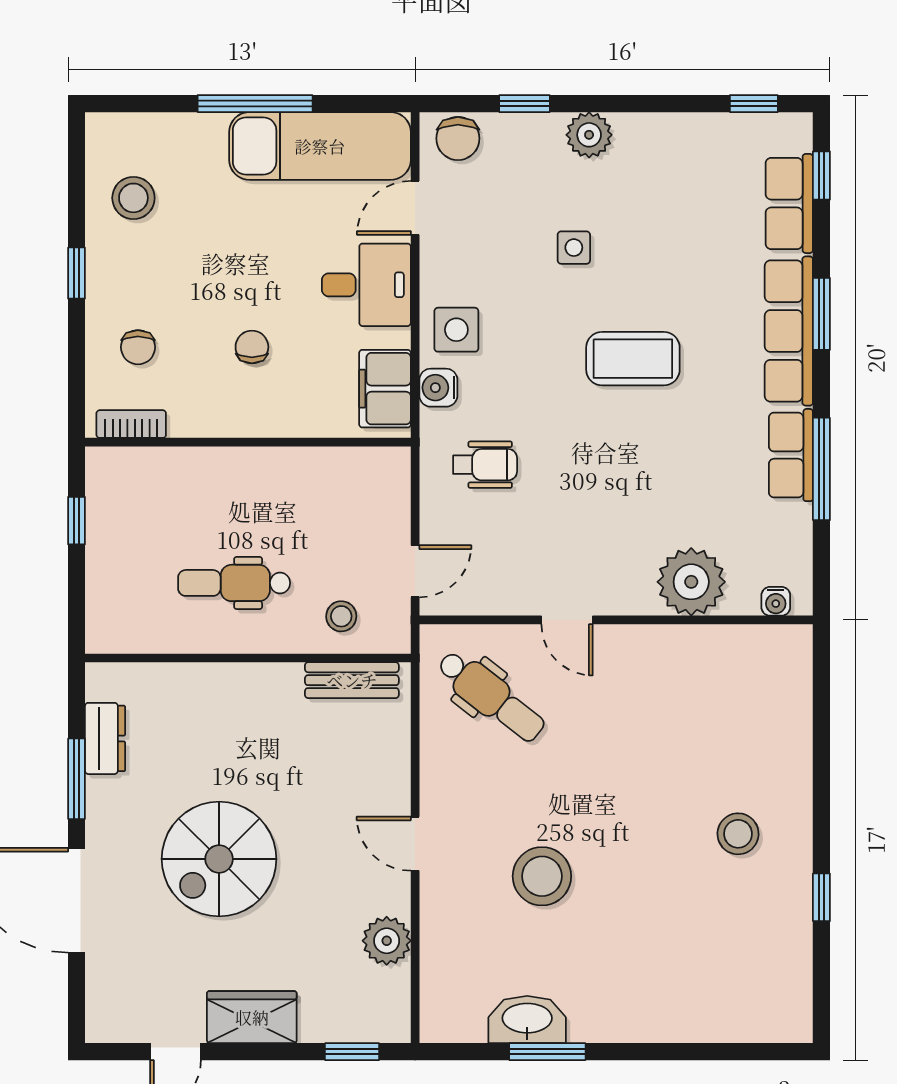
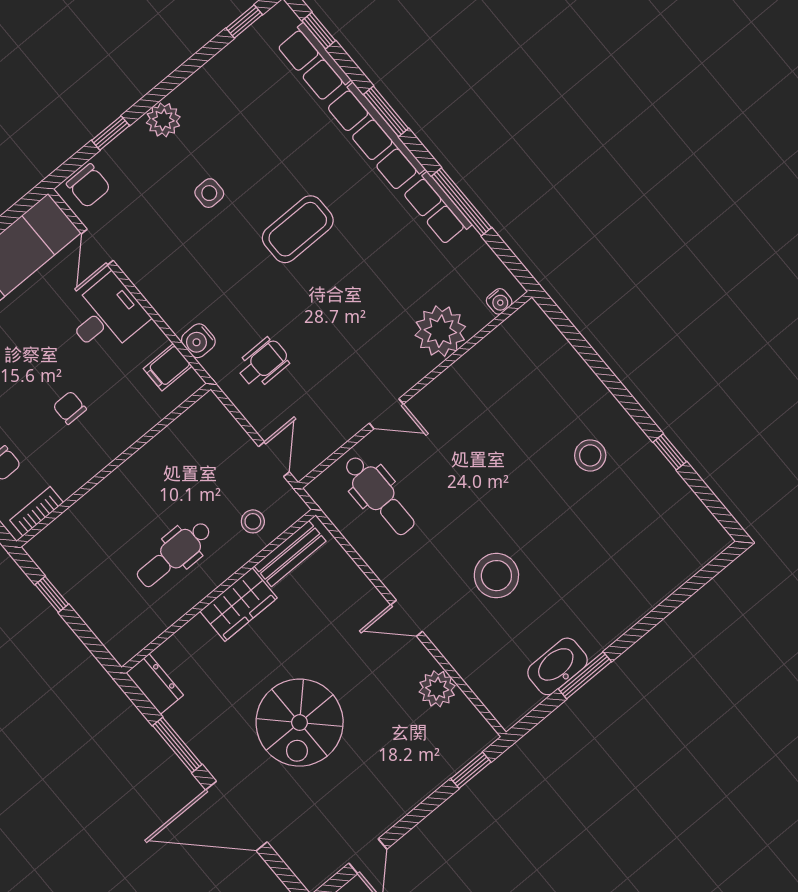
side table: (456, 330) -> (181, 298), removed
filing cabinet: (385, 389) -> (168, 367), width x0.50
dental chair: (491, 696) -> (379, 495), turned 52
dresser: (105, 738) -> (155, 684), moved
wardrobe: (252, 1017) -> (238, 605), moved, turned 180

